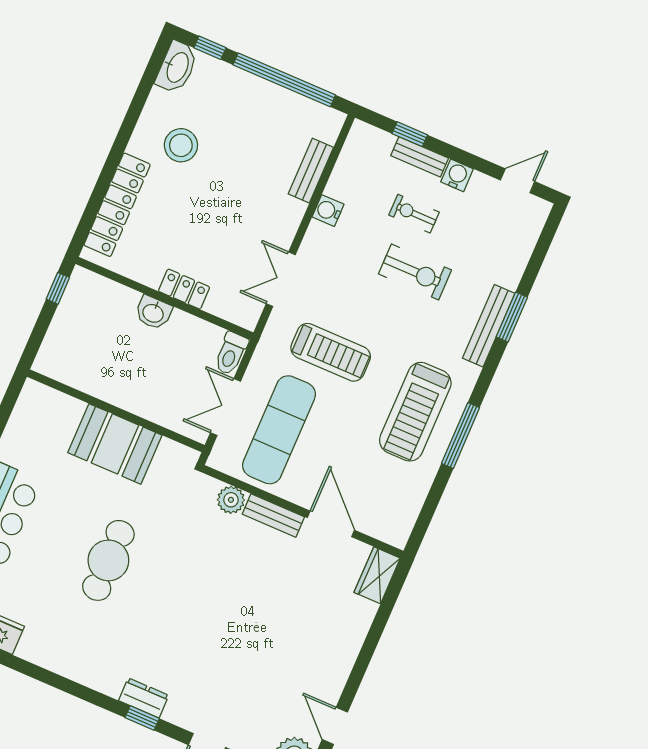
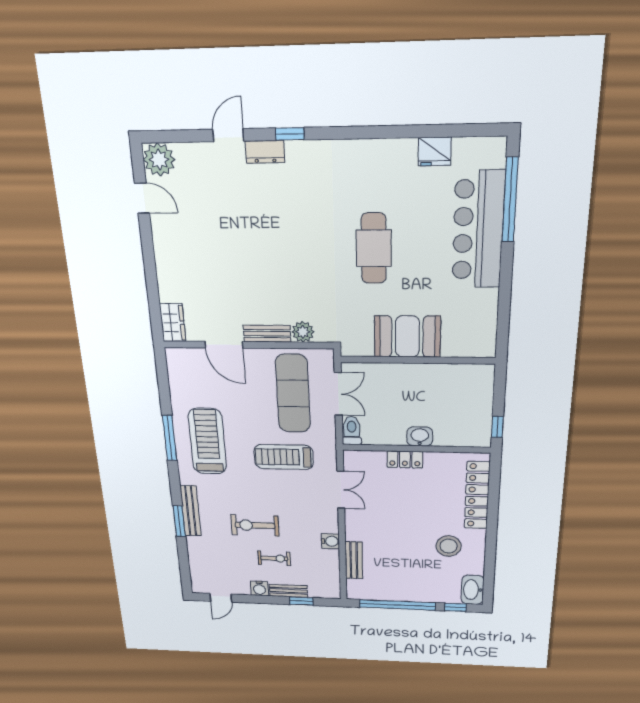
dresser: (144, 698) -> (265, 152), moved

